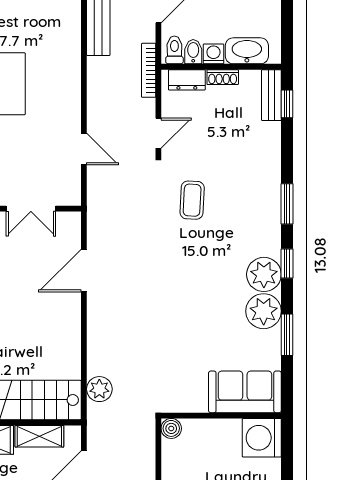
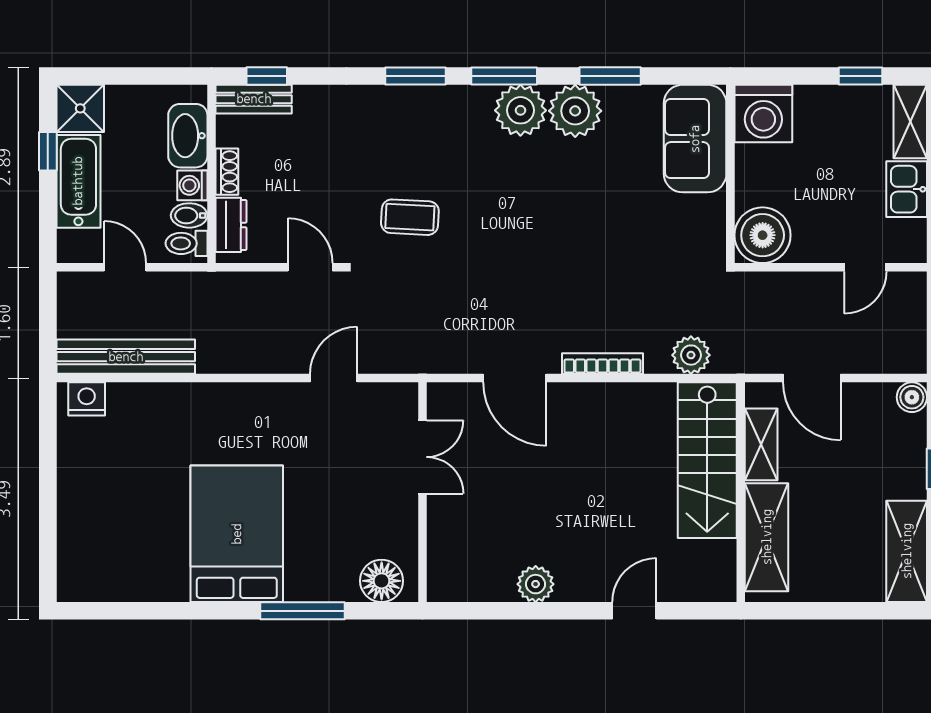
bookcase: (149, 70) -> (602, 364), moved, turned 180
window: (287, 263) -> (504, 76), width x1.50
boiler: (171, 428) -> (763, 235), width x1.86, depth x1.86

